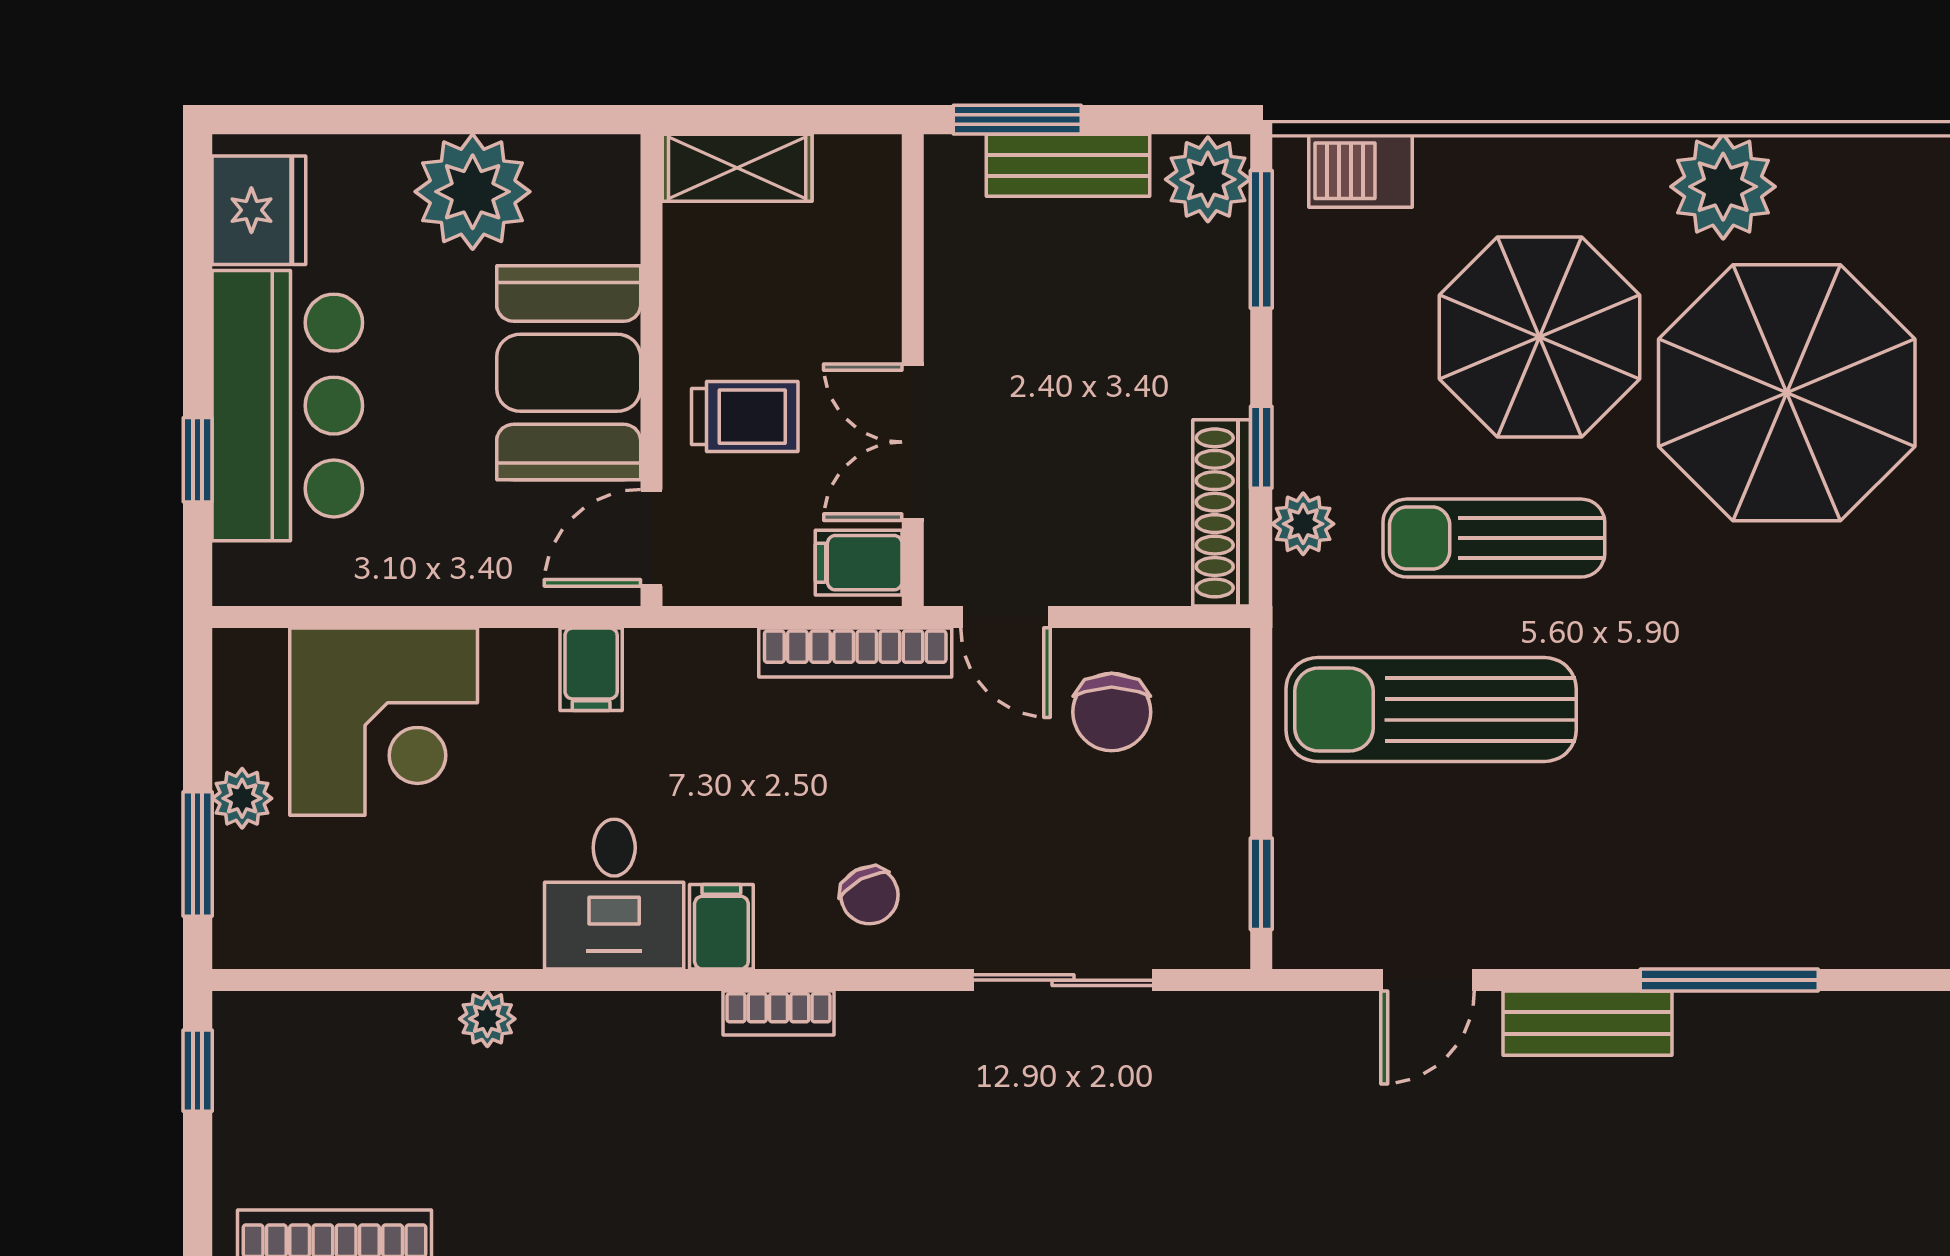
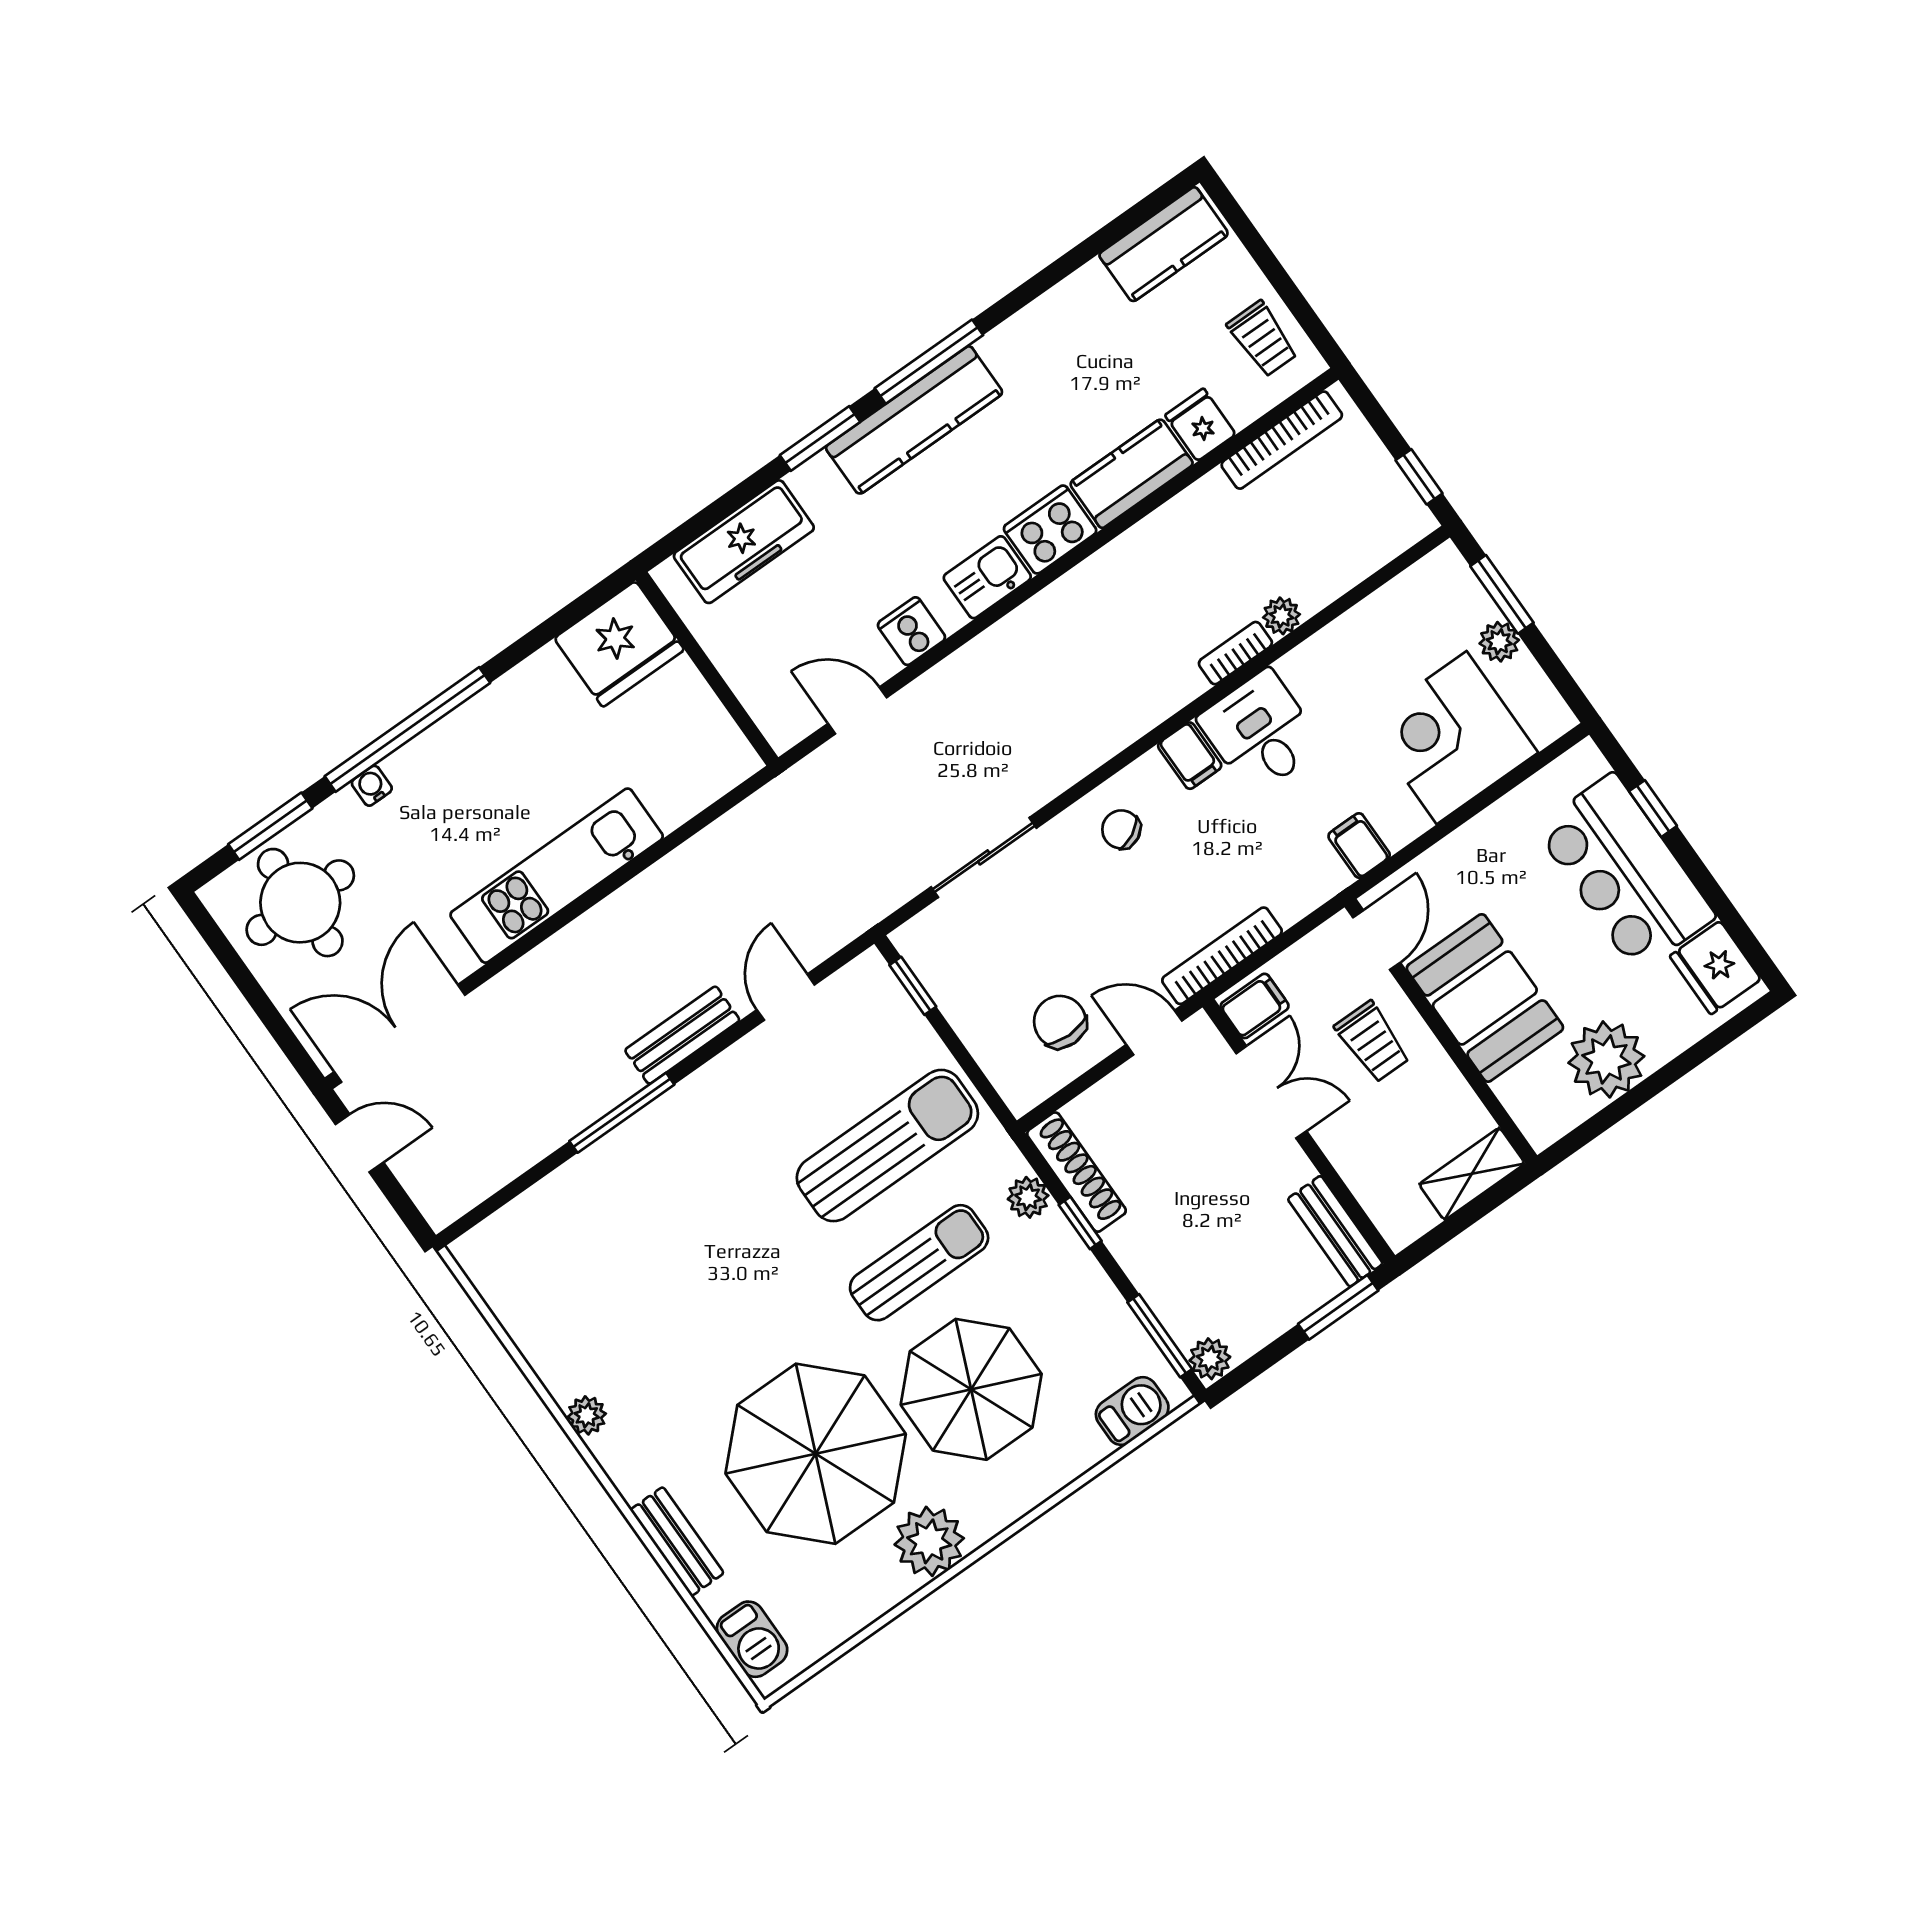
bench: (1068, 165) -> (1335, 1231), moved, turned 90
plant: (1208, 179) -> (1210, 1359), width x0.73, depth x0.73
trolley: (745, 417) -> (1372, 1042), turned -90
bookcase: (779, 1013) -> (1235, 653), moved

